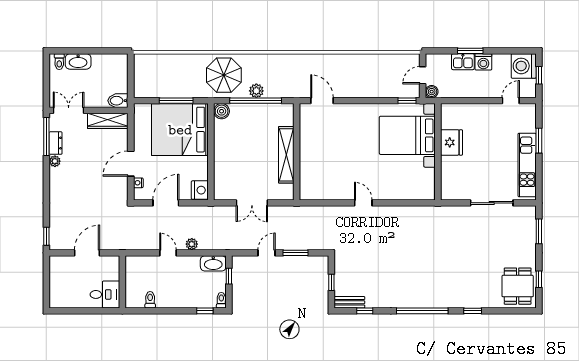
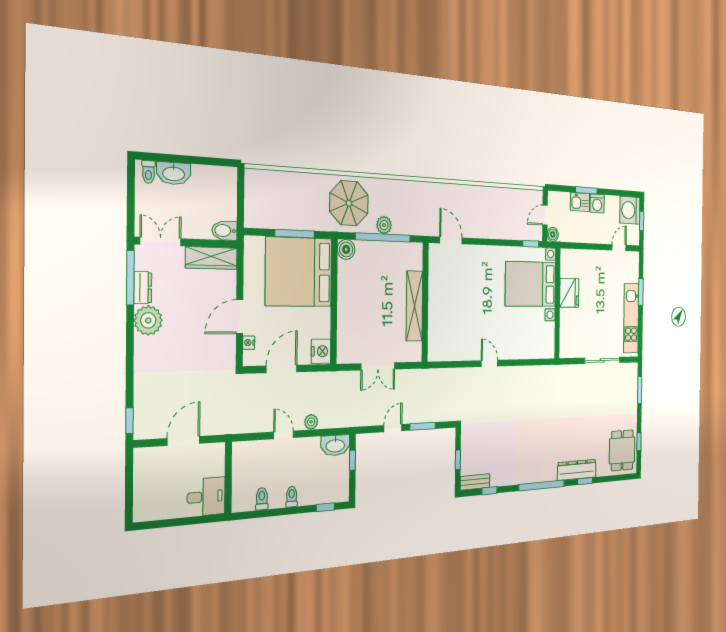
plant: (55, 161) -> (148, 320), width x1.88, depth x1.88
toilet: (221, 300) -> (292, 497), moved
dresser: (463, 300) -> (577, 470), added

